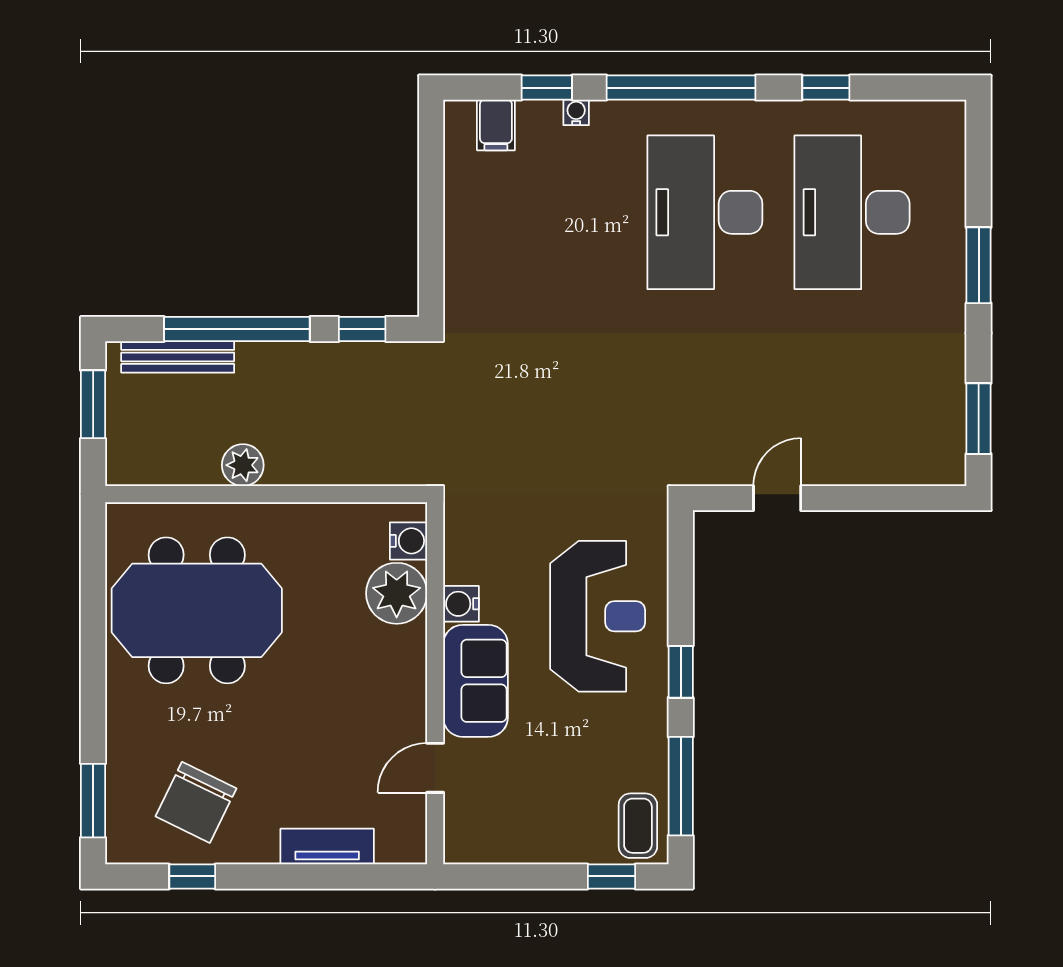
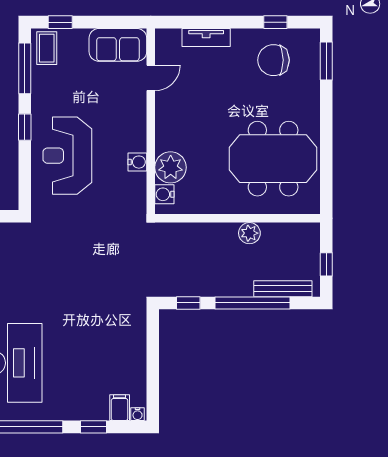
water cooler: (576, 112) -> (138, 414), moved
window: (93, 404) -> (326, 264), width x0.67
sofa: (476, 681) -> (118, 45), moved, turned -90
chair: (196, 802) -> (273, 60), turned -116

